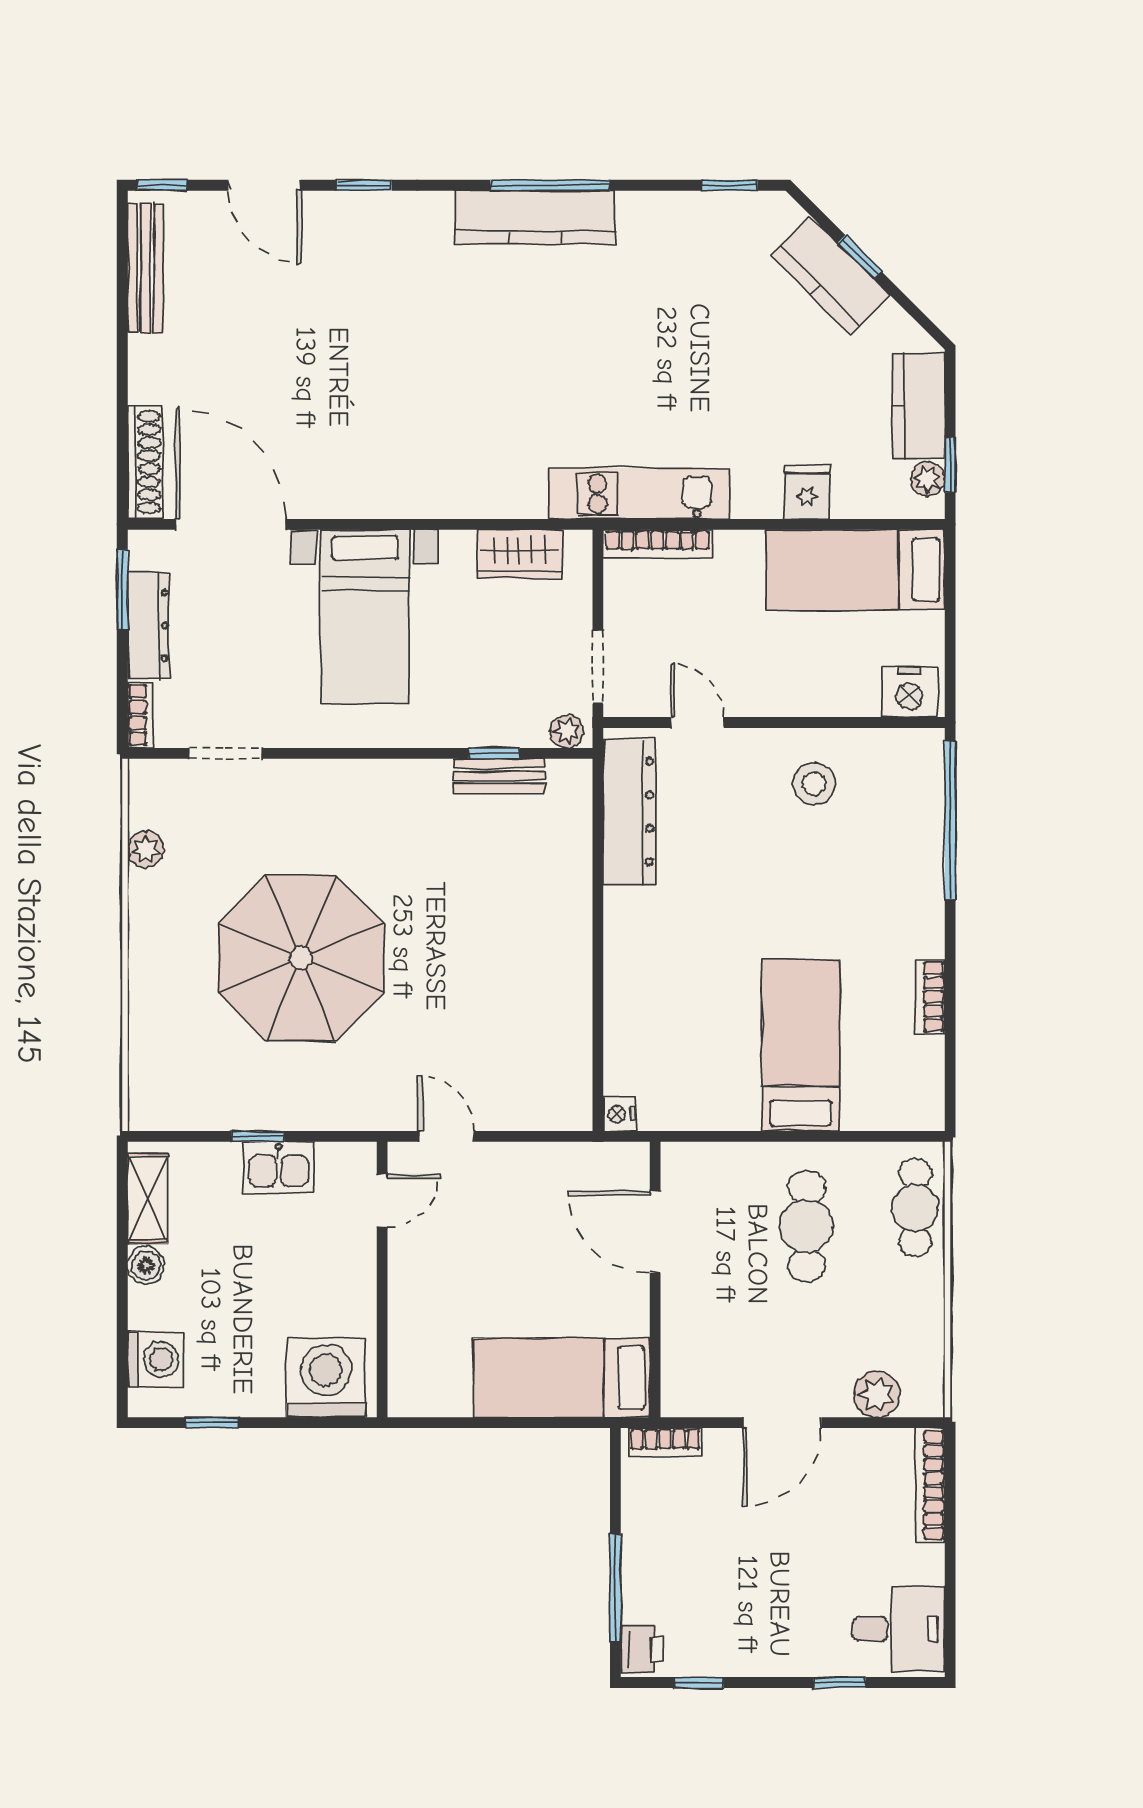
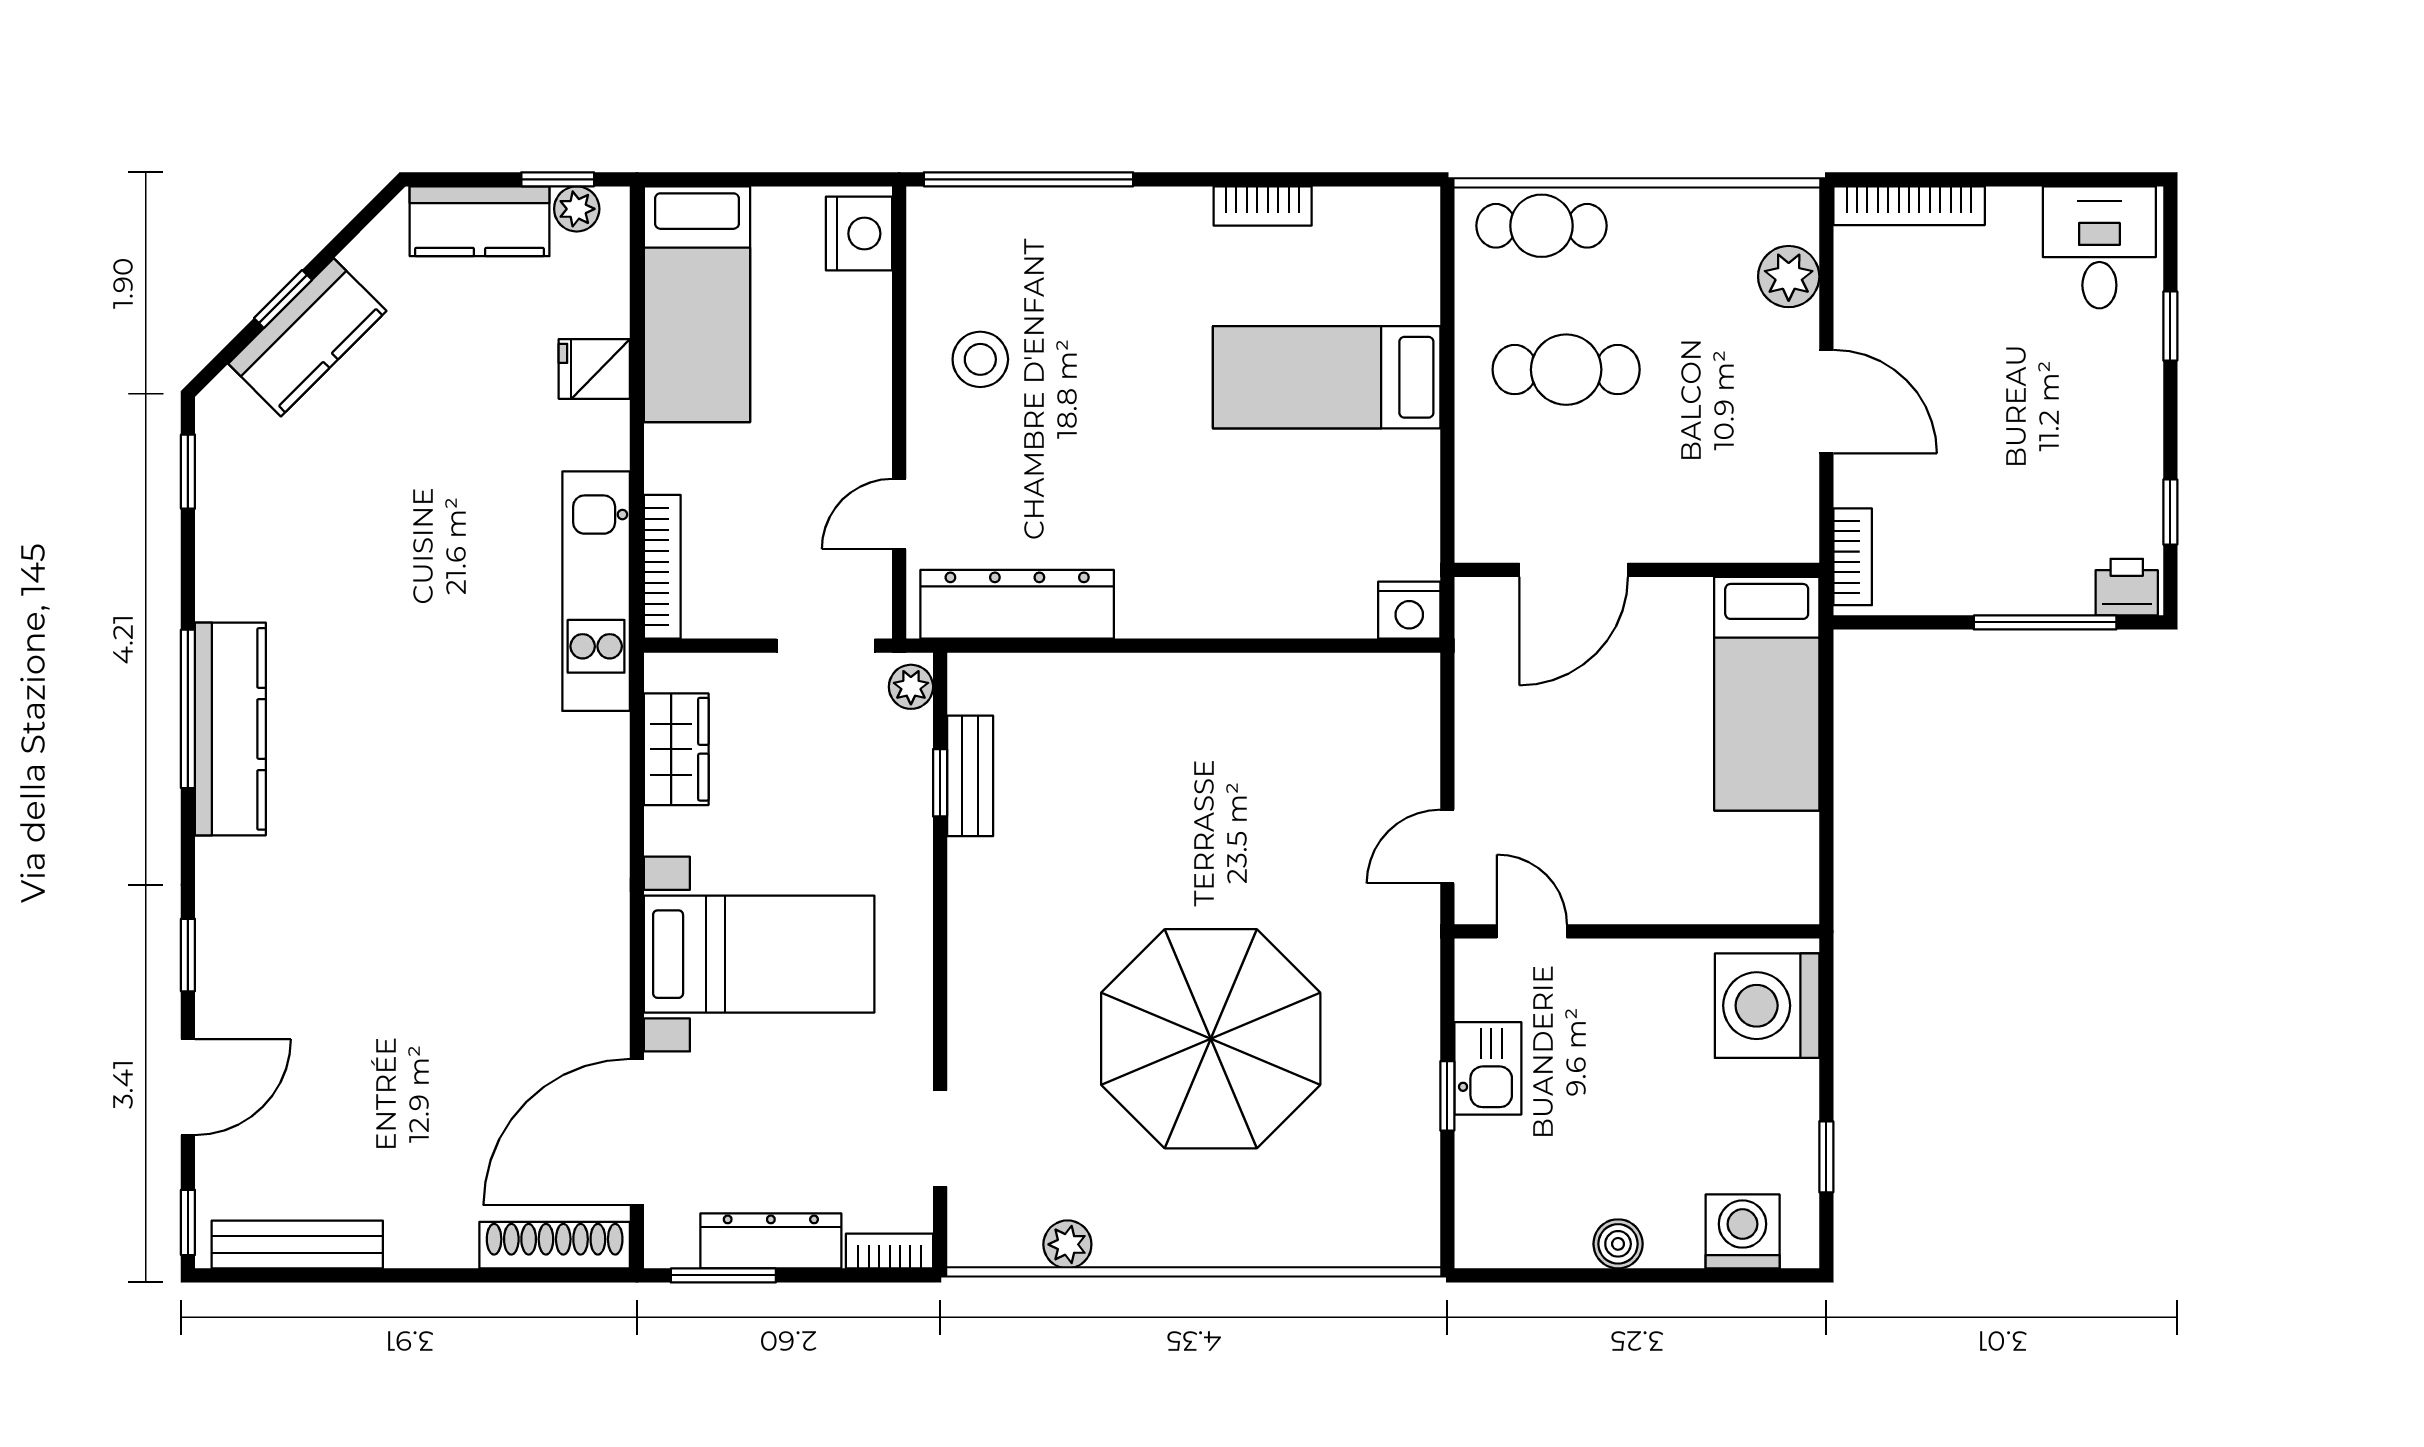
nightstand: (619, 1114) -> (1409, 610), width x1.39, depth x1.35
shelving: (148, 1198) -> (1529, 1242), removed

